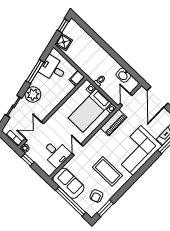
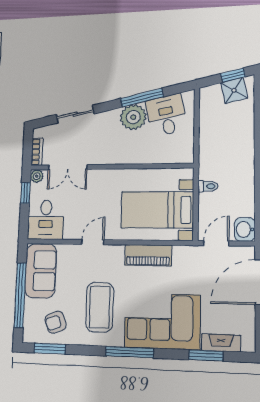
shower: (64, 42) -> (234, 90), moved
washbasin: (123, 75) -> (245, 229), moved
filing cabinet: (77, 78) -> (183, 155), removed
plant: (33, 94) -> (133, 117), moved
piano: (114, 123) -> (148, 255), moved
double door: (34, 131) -> (68, 167), swing flipped
desk: (56, 153) -> (46, 220), moved
window: (137, 175) -> (130, 352), added

